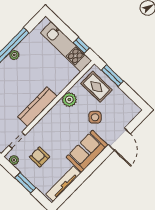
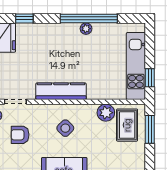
plant: (69, 100) -> (106, 113), moved
side table: (95, 117) -> (65, 128), moved
armchair: (40, 157) -> (20, 135), turned -90

